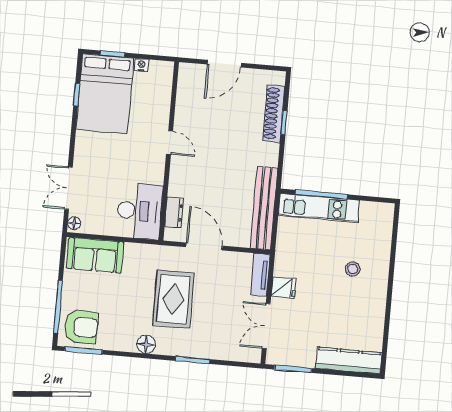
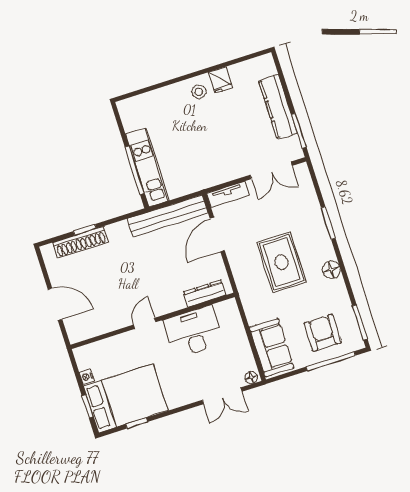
desk: (140, 211) -> (193, 332), moved
dresser: (174, 212) -> (205, 293), width x1.44
door: (204, 246) -> (217, 235), moved
stool: (353, 269) -> (199, 92), moved
fridge: (284, 288) -> (221, 80), moved, turned 180
rug: (173, 299) -> (281, 262), turned 90
armchair: (81, 327) -> (323, 333), moved
kitchen counter: (349, 361) -> (278, 107), moved

